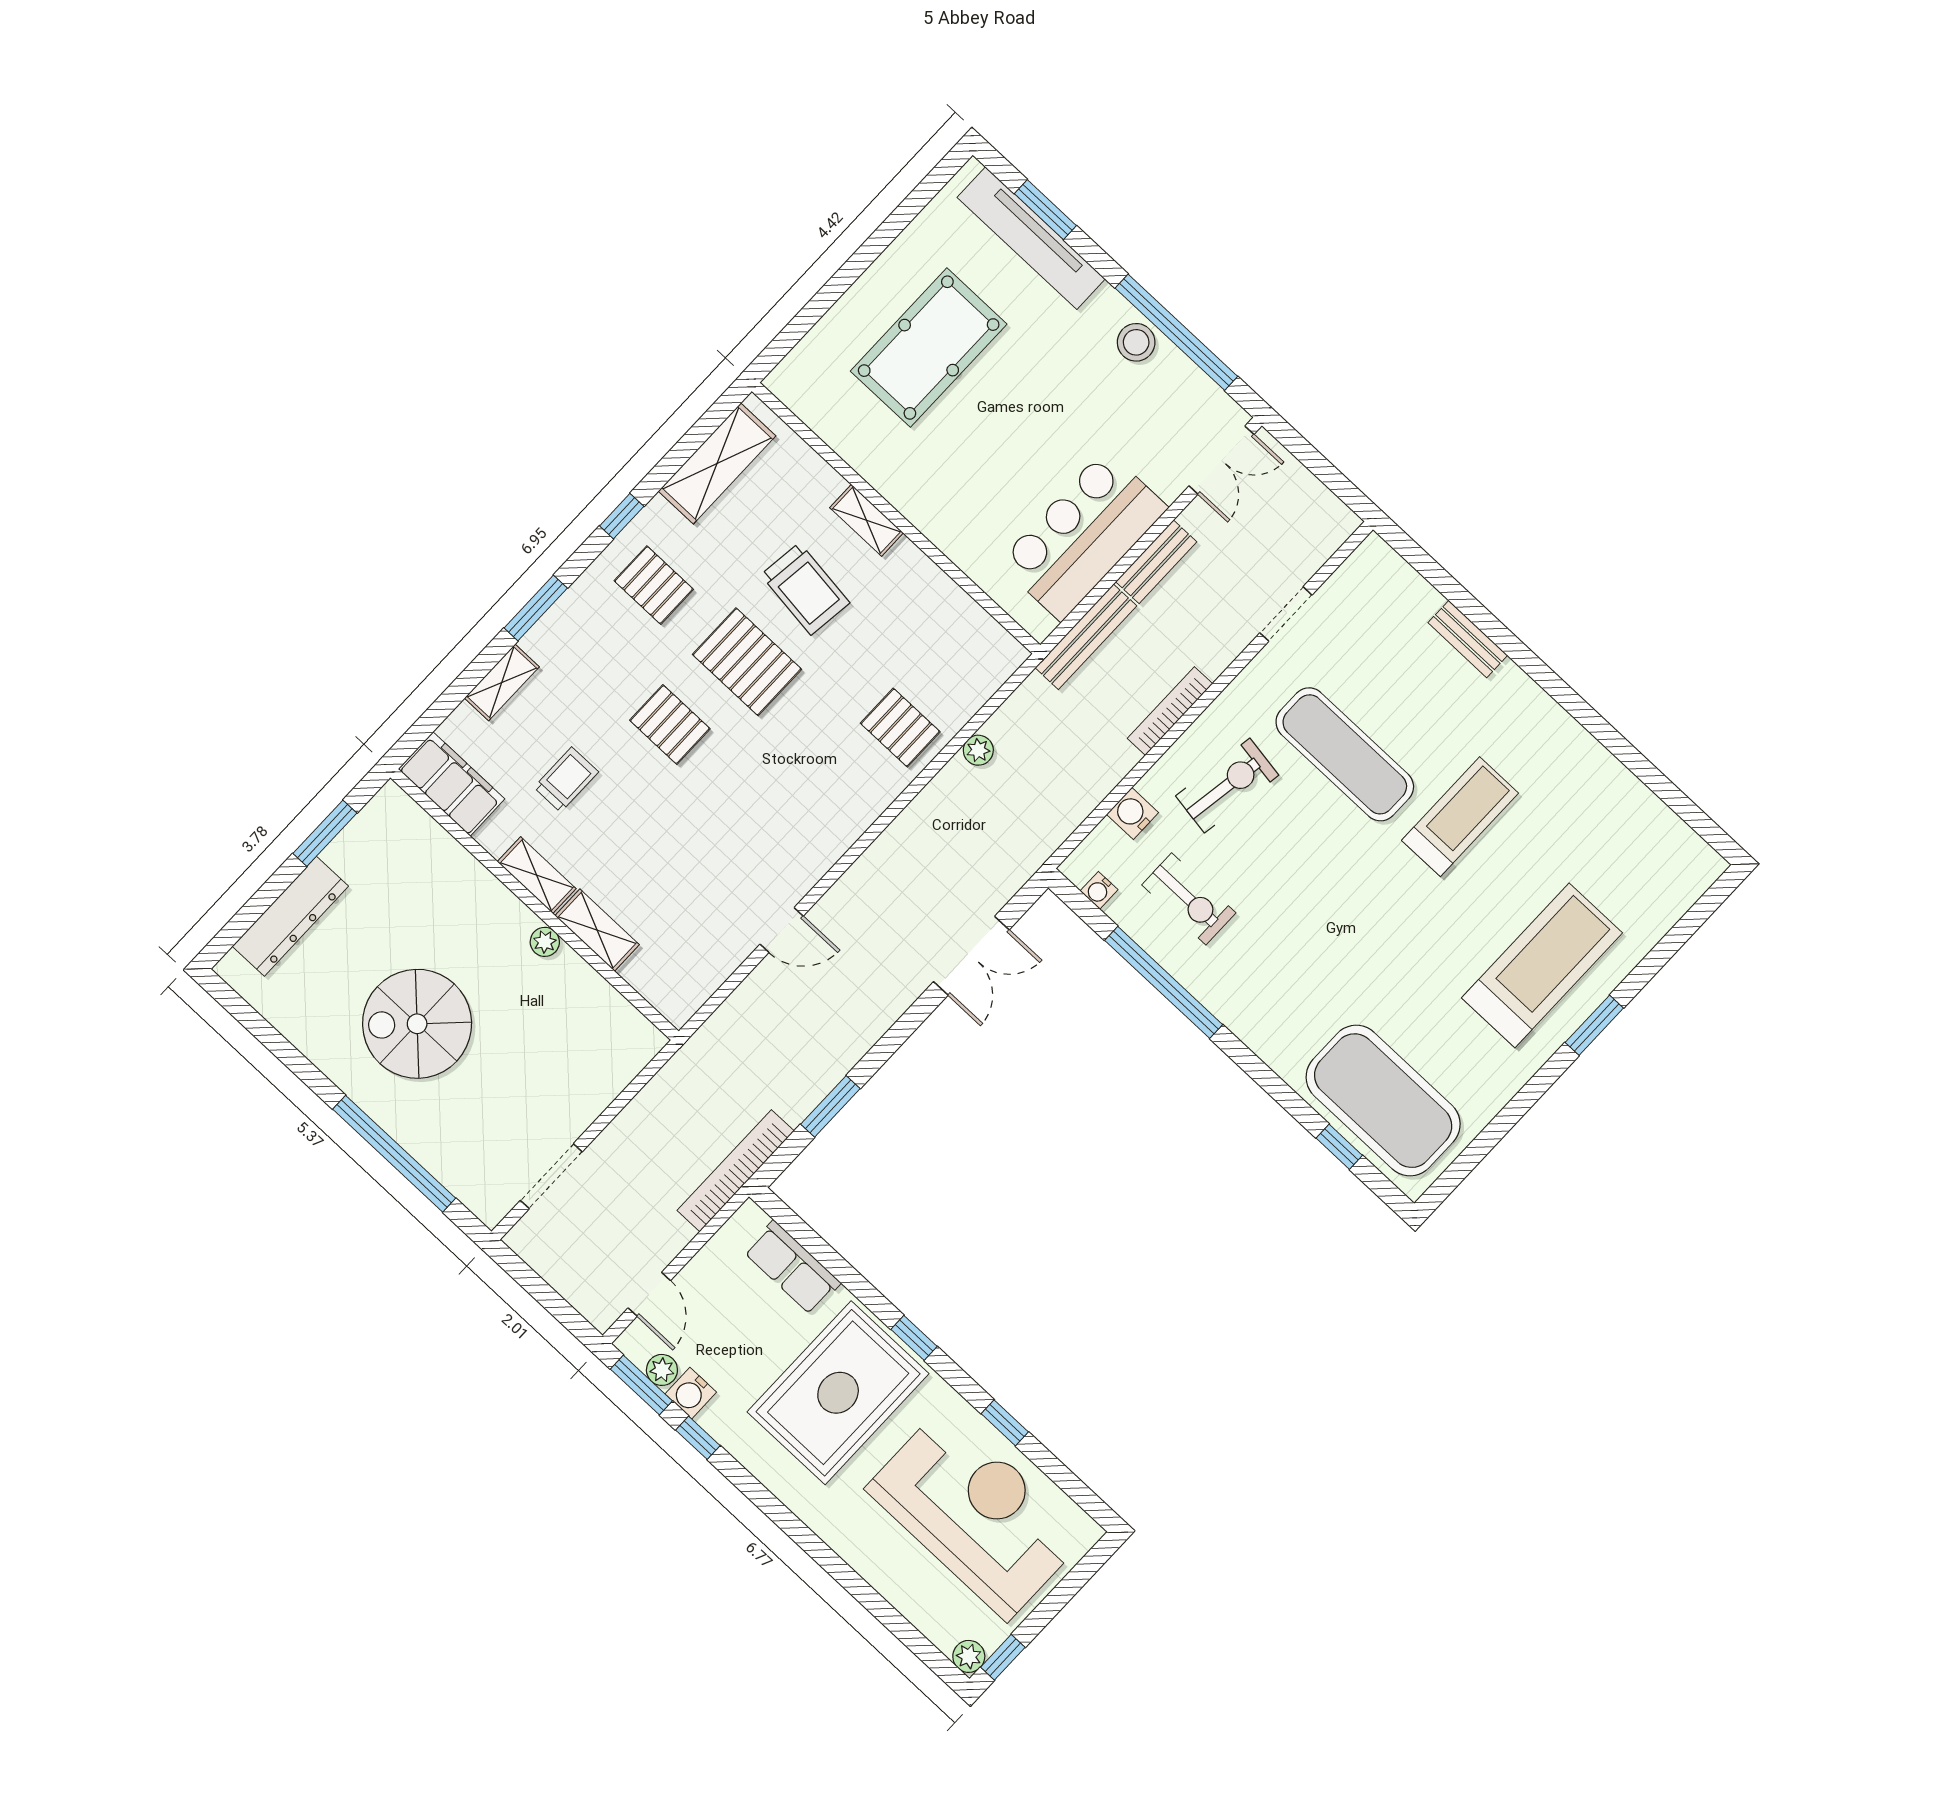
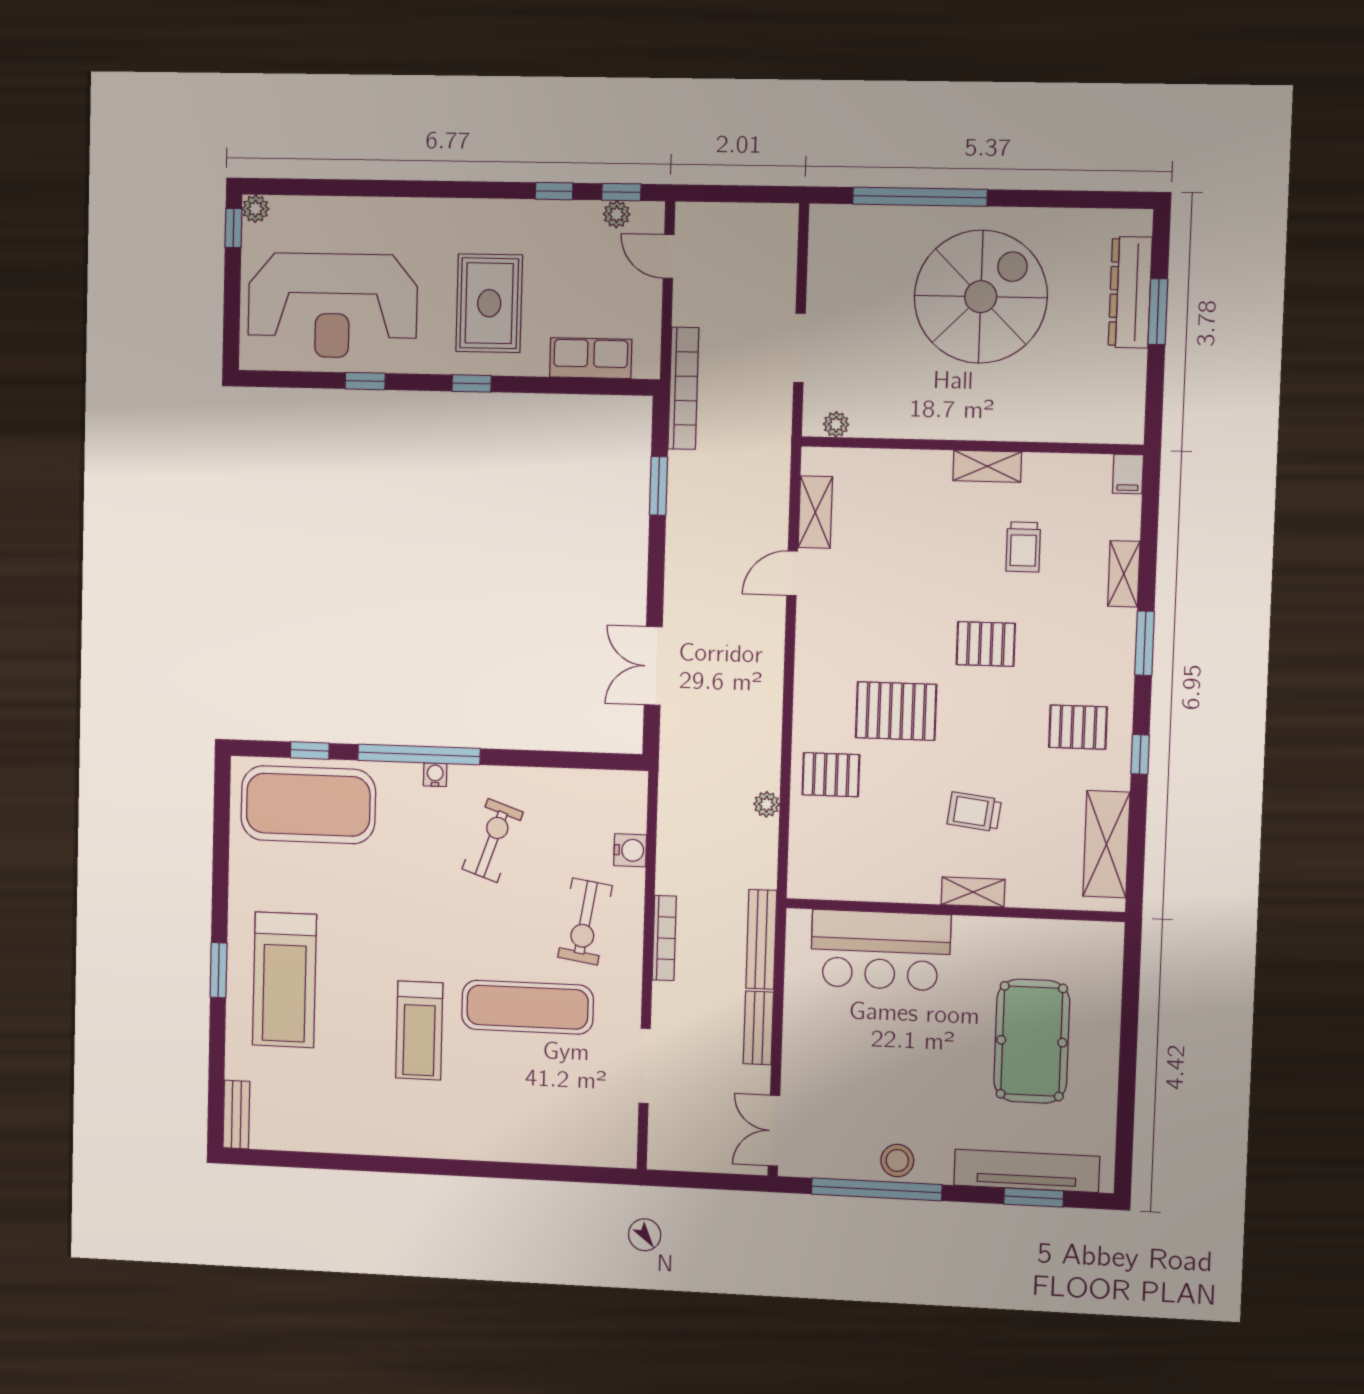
bar counter: (1083, 535) -> (881, 950), moved, turned 90
trolley: (805, 589) -> (974, 812), width x0.73, depth x0.72
doorway: (1286, 614) -> (645, 1066), width x1.38
bench: (1468, 639) -> (236, 1115), moved, turned 90
pallet: (747, 662) -> (896, 711), moved
filing cabinet: (452, 784) -> (1128, 474), width x0.33, depth x0.86
window: (325, 833) -> (1158, 312), moved
water cooler: (1099, 890) -> (435, 775), moved
exercise bike: (1189, 899) -> (493, 841), moved, turned 109
shelving: (597, 930) -> (815, 512), moved, turned 90
plant: (545, 942) -> (836, 424), moved
window: (1164, 982) -> (419, 754), moved
spiral stairs: (417, 1024) -> (981, 297), width x1.37, depth x1.37
doorway: (551, 1176) -> (799, 348), moved
window: (641, 1385) -> (621, 192), width x0.67
water cooler: (691, 1393) -> (584, 216), removed
rug: (838, 1393) -> (489, 303), width x0.73, depth x0.69

